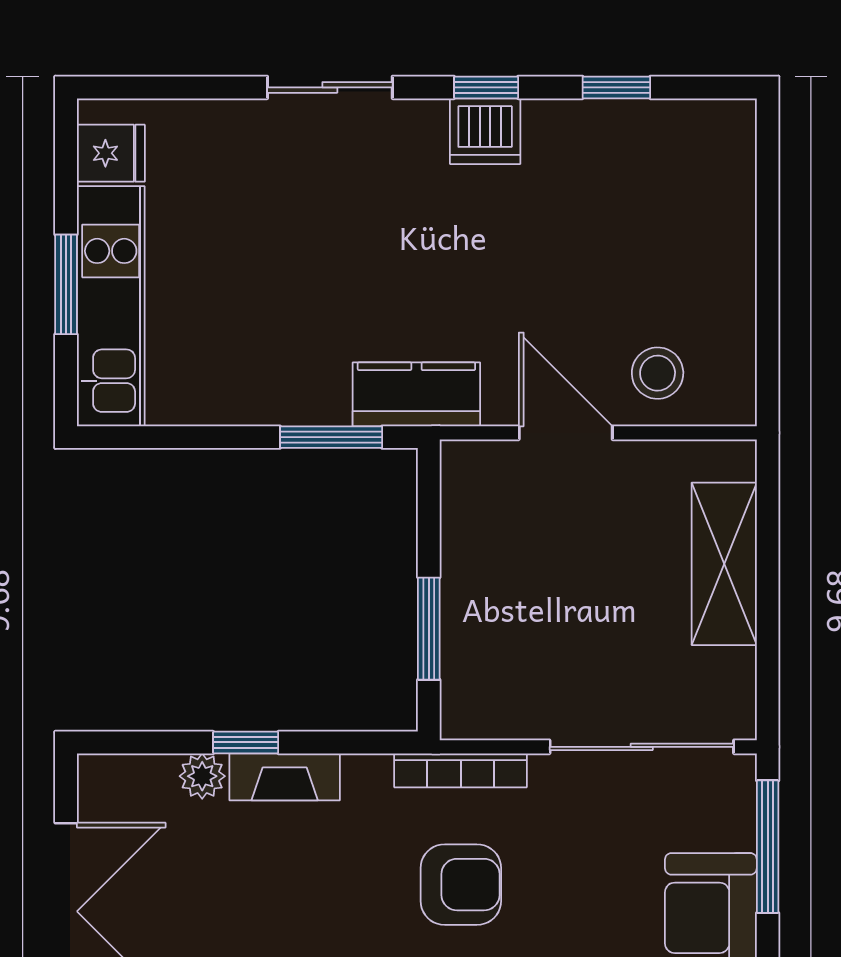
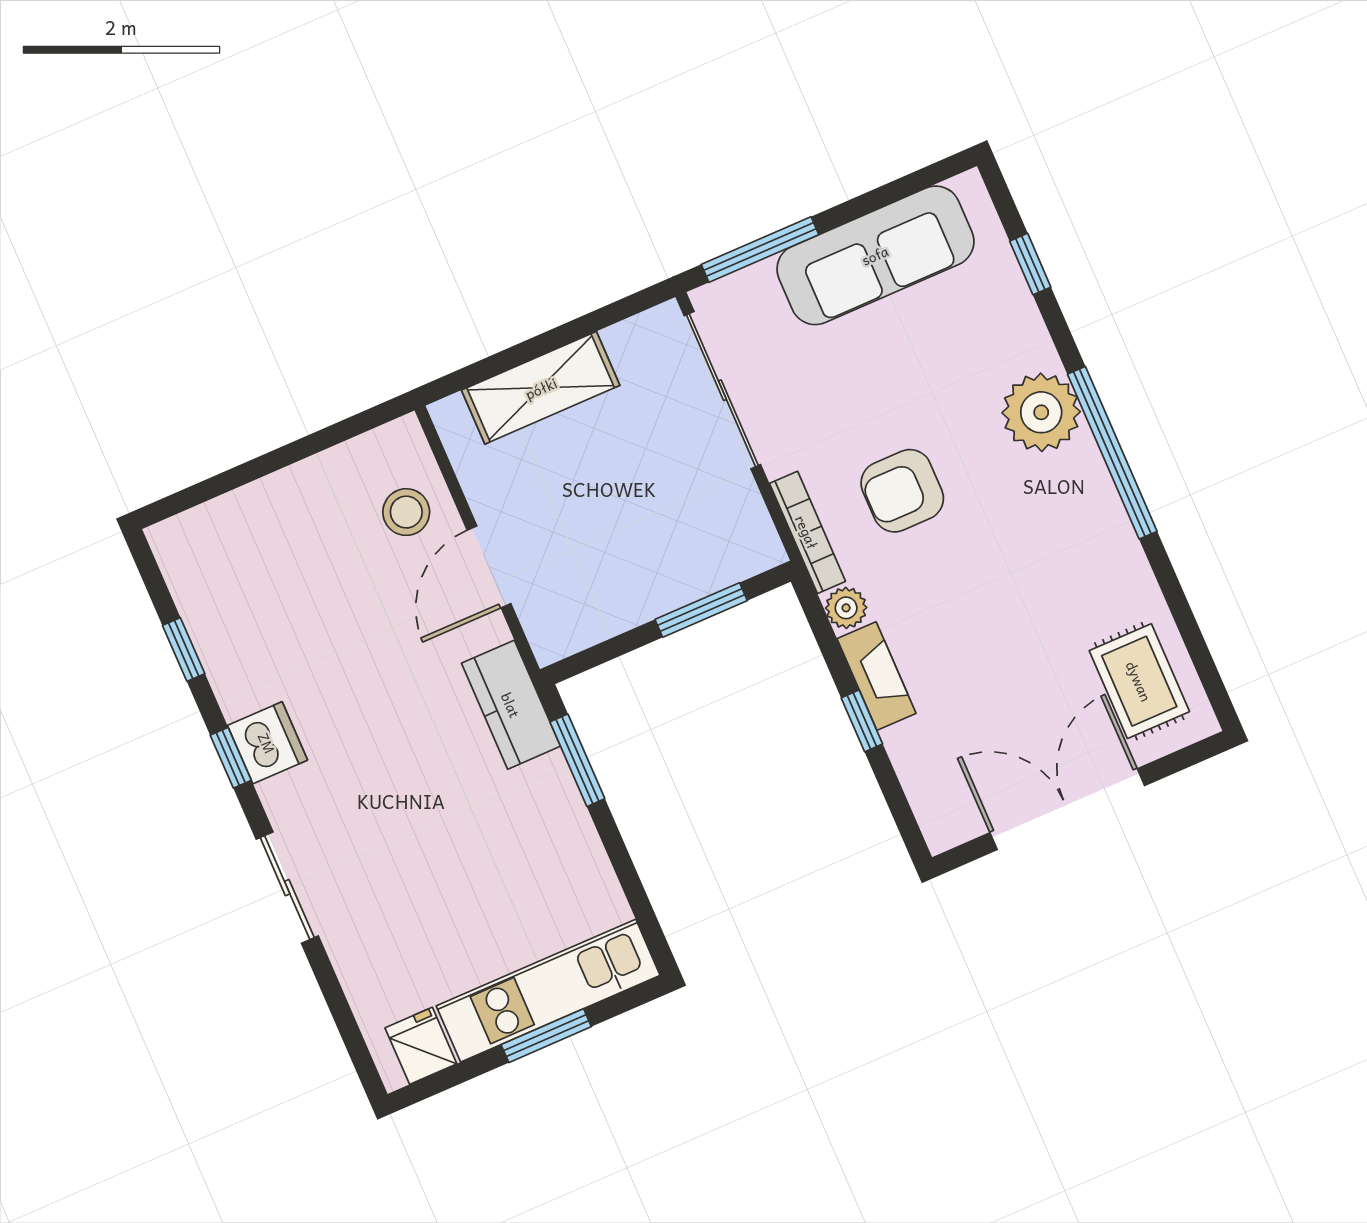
plant: (202, 776) -> (846, 608), moved
armchair: (461, 885) -> (902, 491), turned -90

